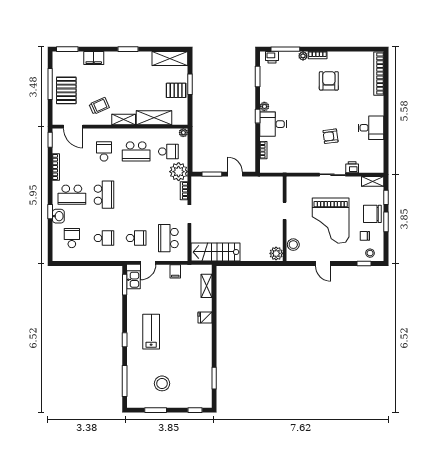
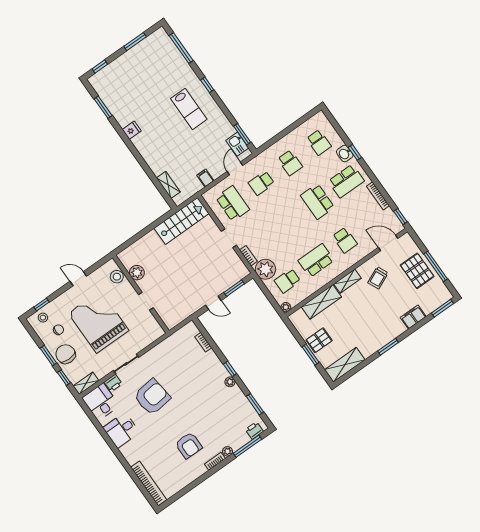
desk: (273, 124) -> (101, 402), moved, turned -90
armchair: (330, 136) -> (152, 397), width x1.88, depth x1.88
school desk: (72, 195) -> (346, 181), turned 180
chair: (372, 214) -> (66, 354), turned -90
school desk: (104, 238) -> (290, 163), turned -90
plant: (276, 253) -> (137, 273), moved
fridge: (205, 318) -> (132, 130), moved
stool: (162, 383) -> (146, 70), removed

